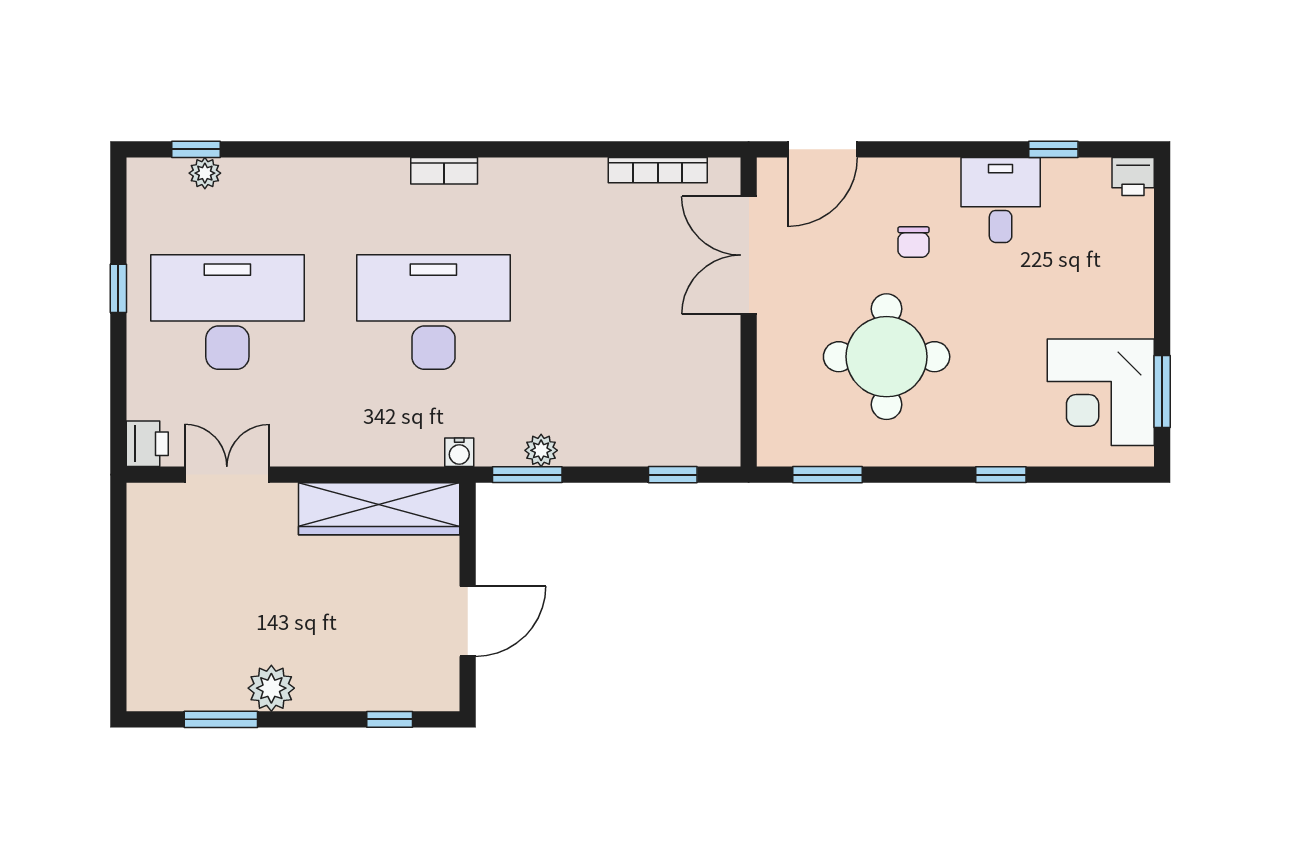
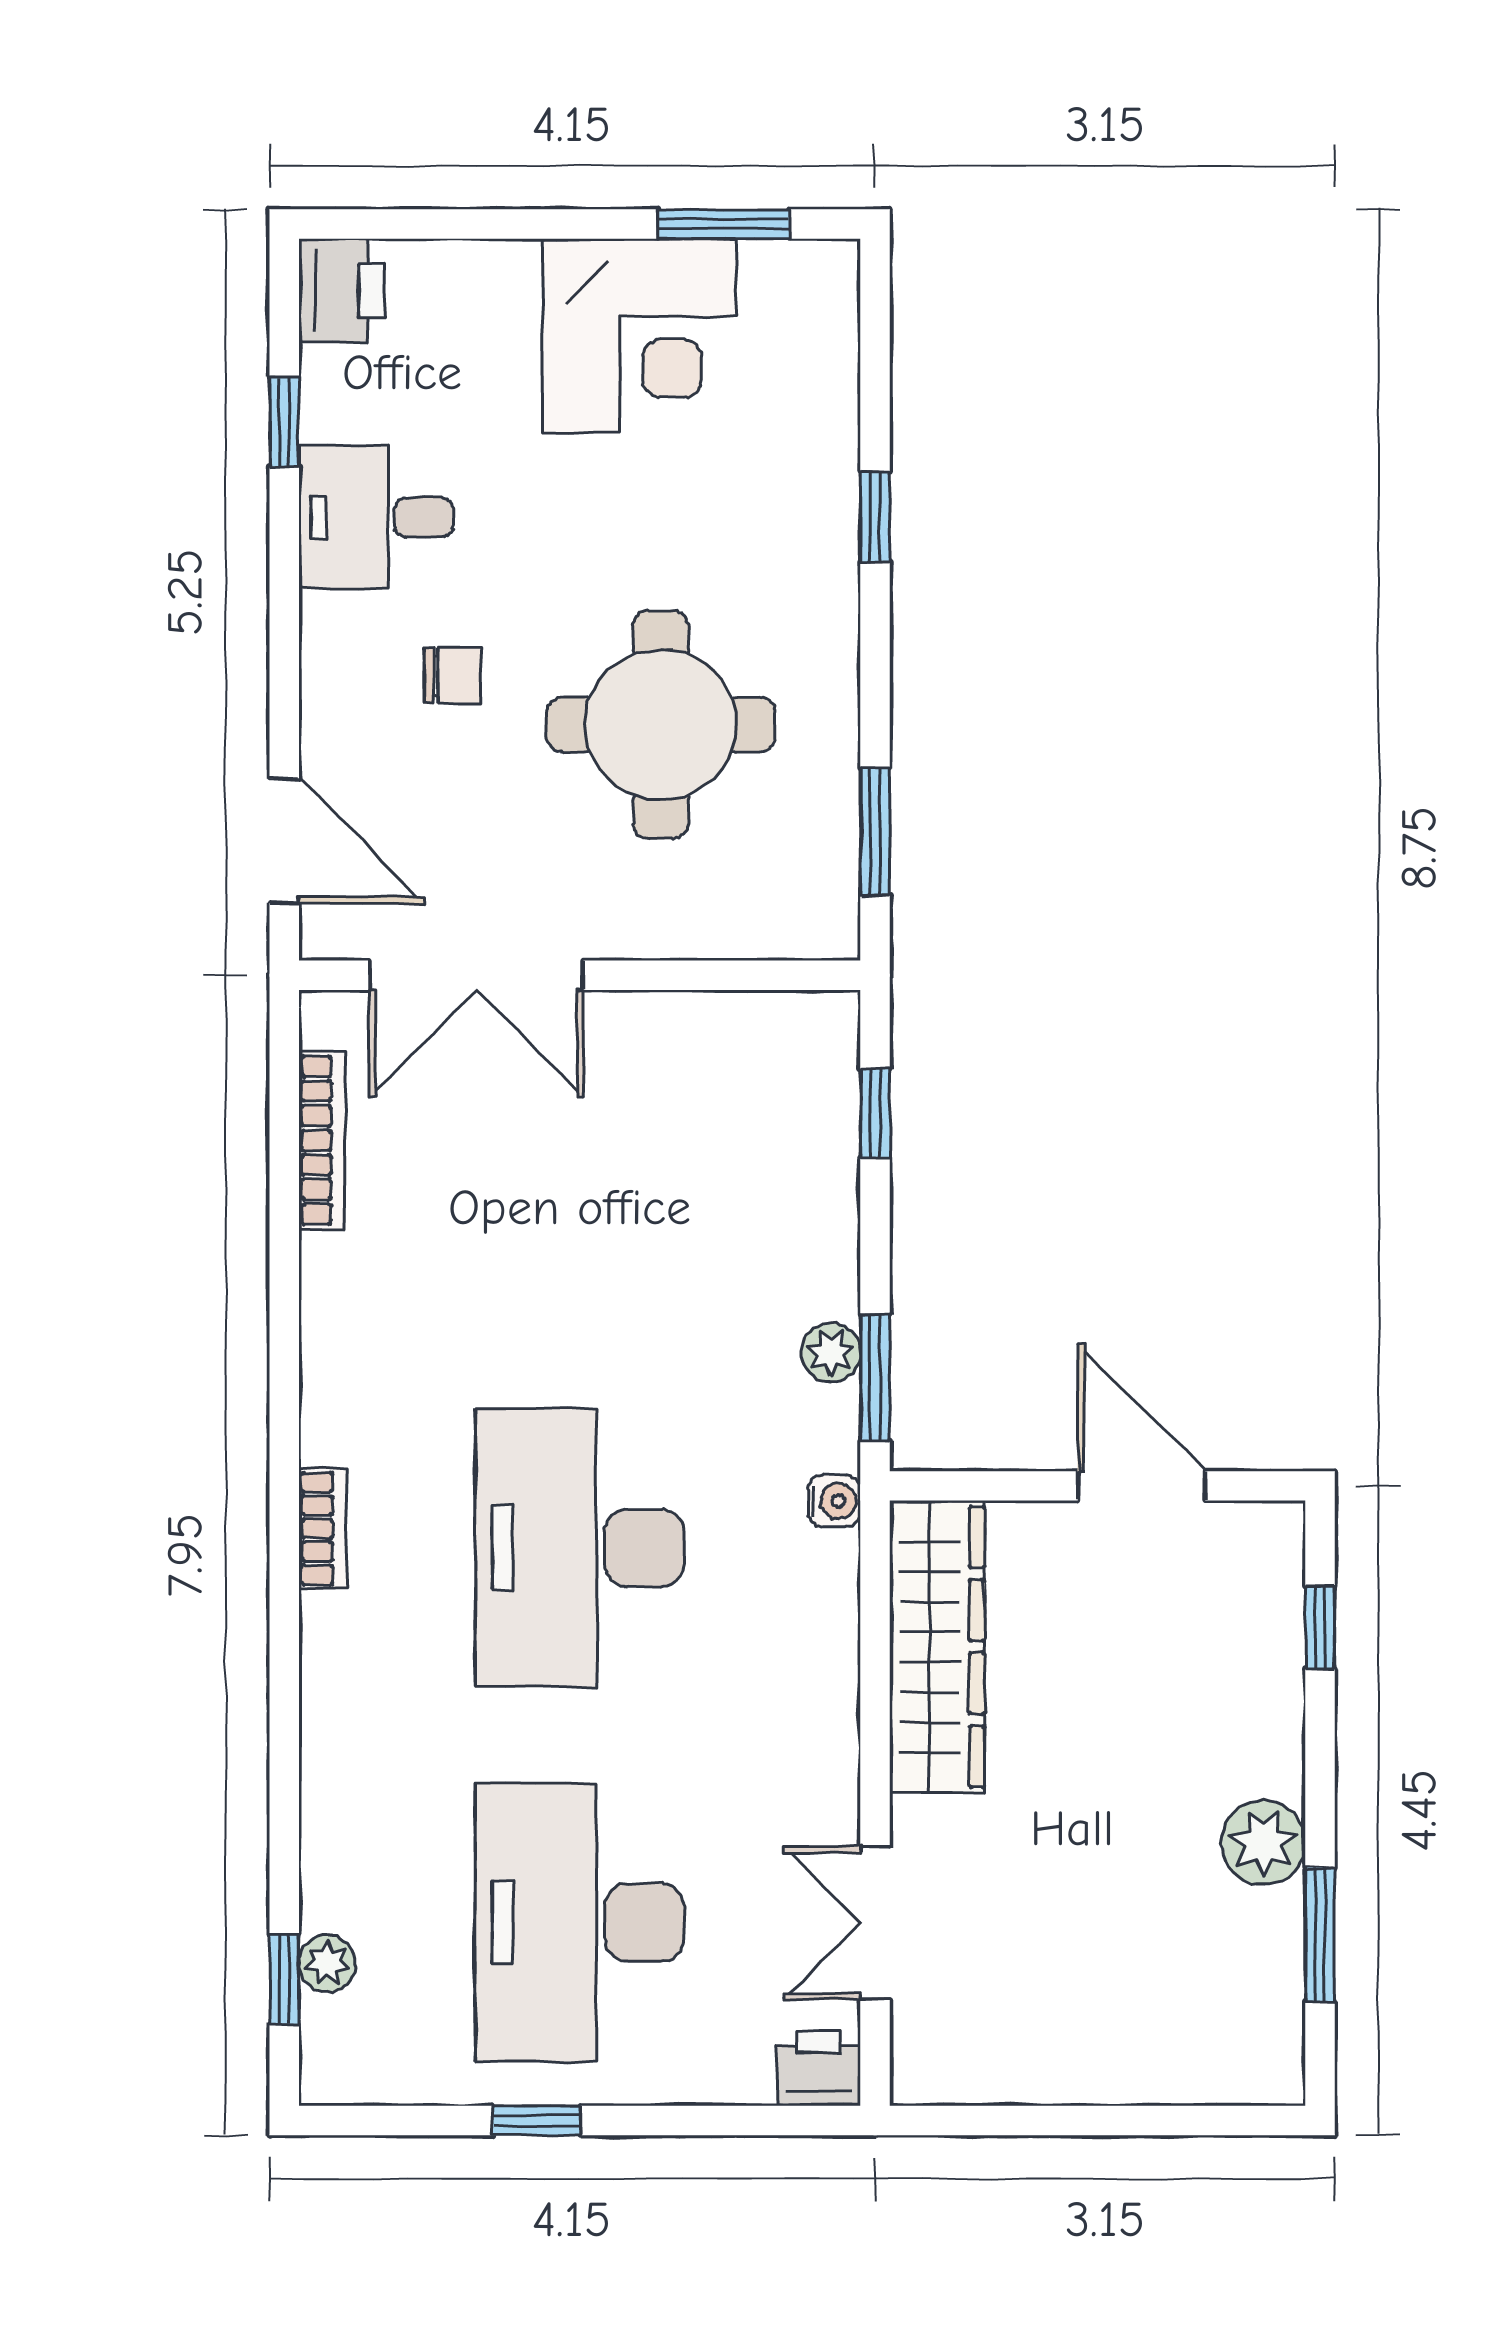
printer: (1133, 177) -> (342, 290), width x1.36, depth x1.24
corner desk: (1101, 392) -> (639, 335), moved

